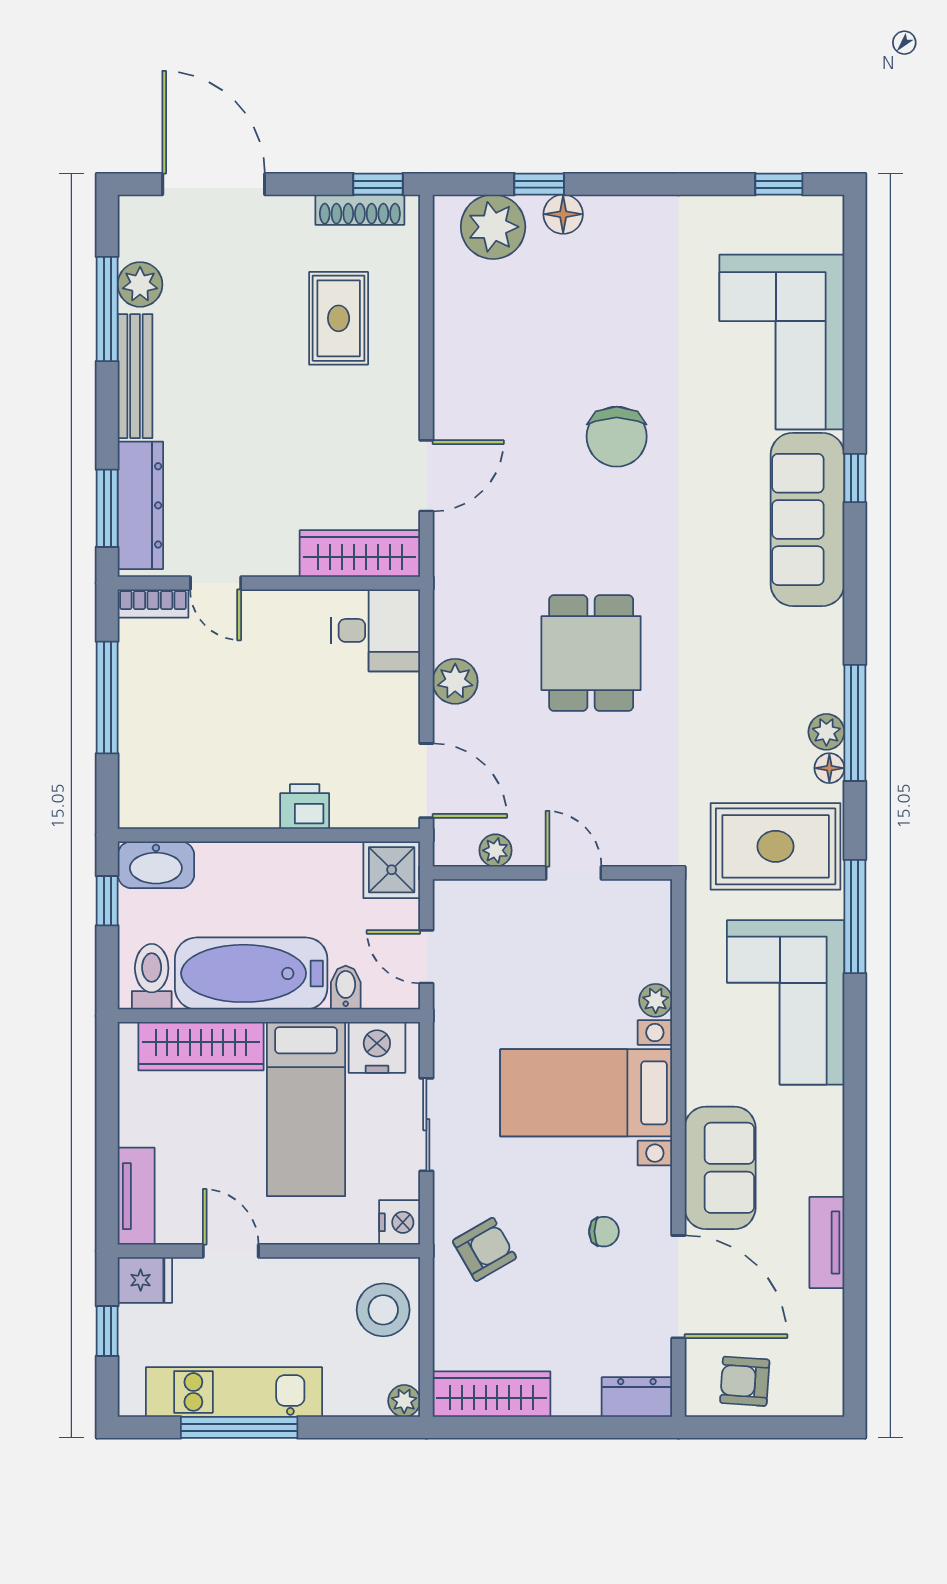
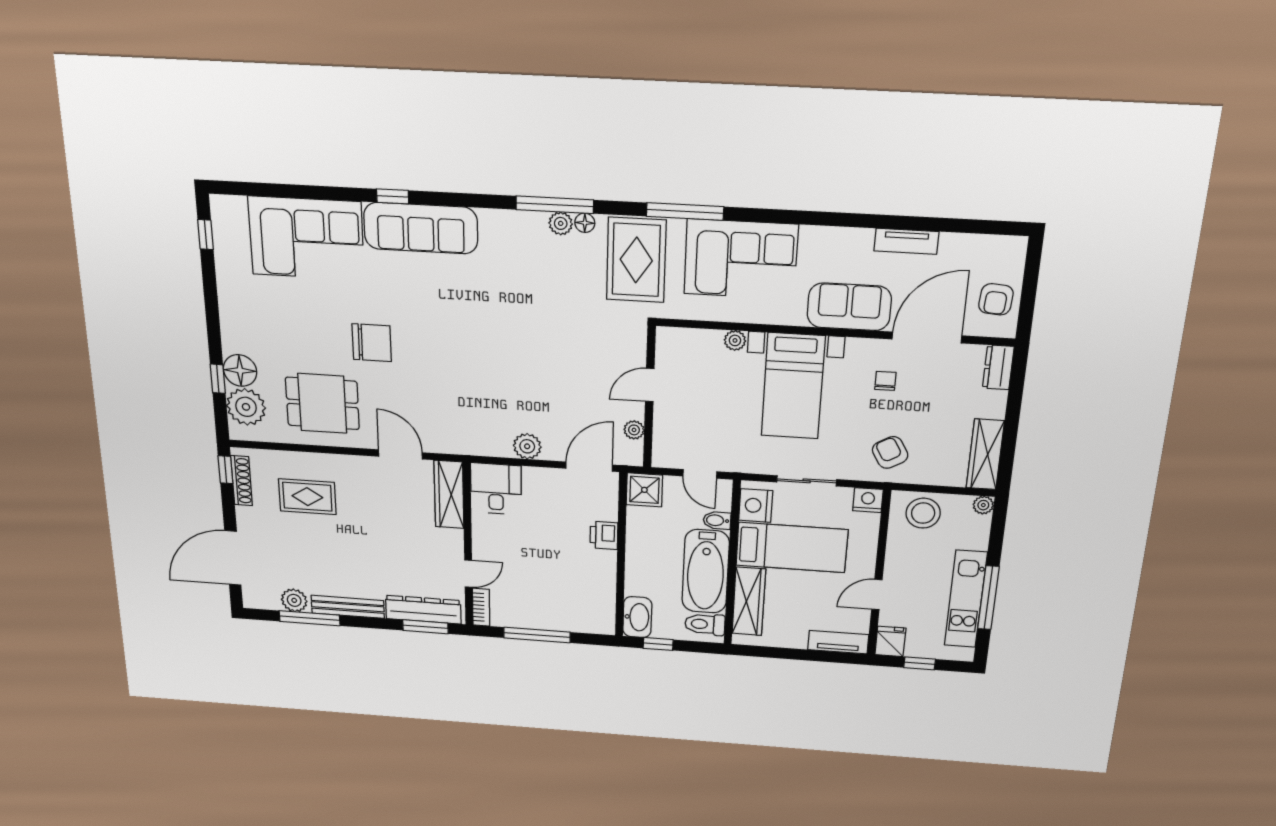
floor lamp: (563, 214) -> (240, 370), width x1.38, depth x1.38
dining table: (591, 653) -> (322, 403), moved
door: (426, 957) -> (700, 474), hinge flipped

